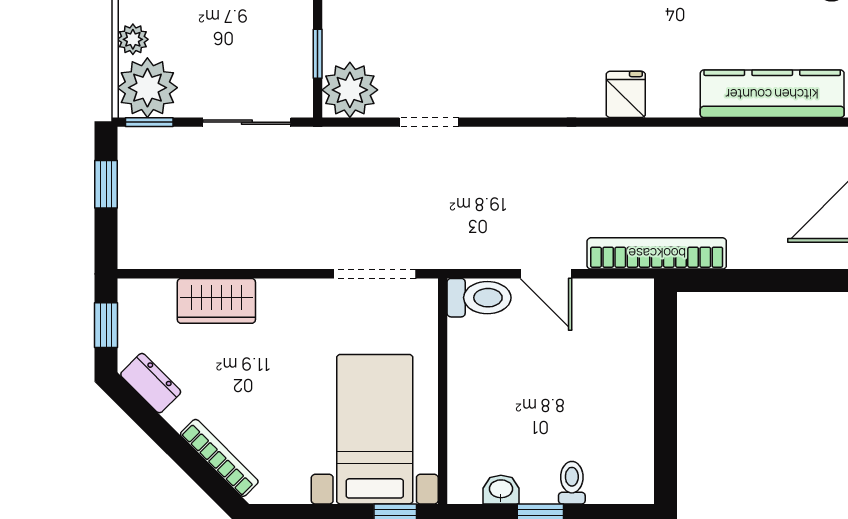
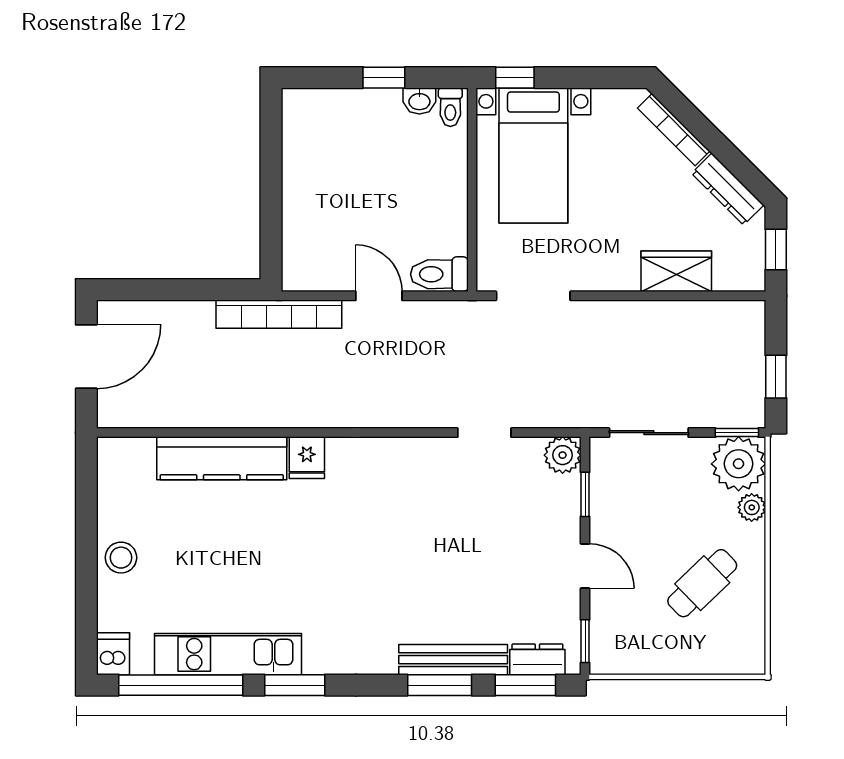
plant: (350, 90) -> (563, 455), width x0.73, depth x0.73
kitchen counter: (772, 94) -> (222, 458), moved
dresser: (151, 383) -> (728, 189), width x1.44
toilet: (572, 483) -> (450, 107), moved

